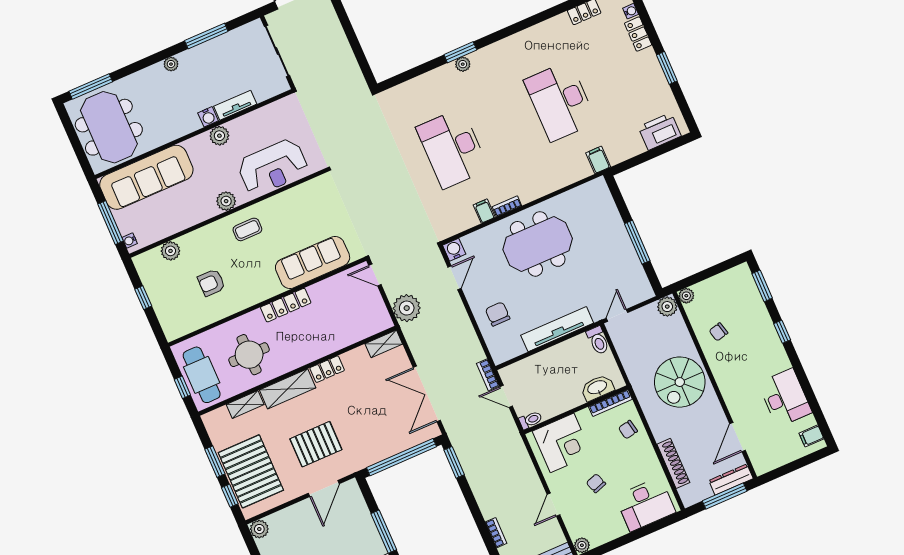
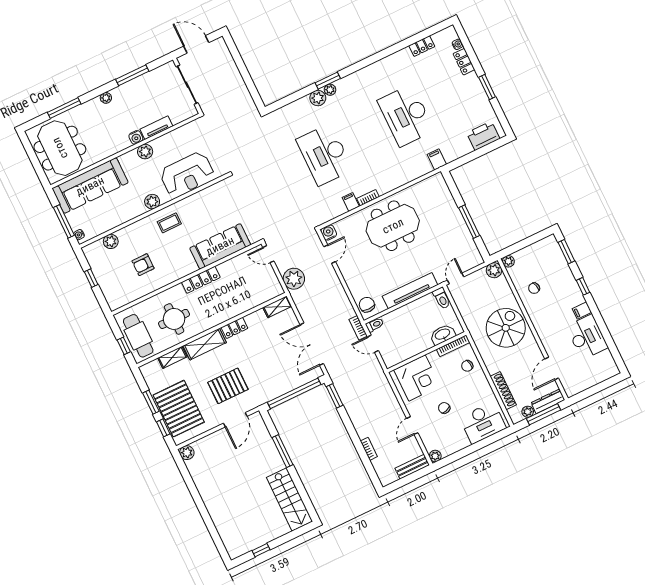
plant: (446, 74) -> (318, 98), added
window: (91, 86) -> (64, 108), moved
chair: (498, 314) -> (367, 305), moved
spiral stairs: (680, 382) -> (506, 328), turned 180
toilet: (531, 420) -> (375, 325), moved
filing cabinet: (811, 436) -> (582, 311), moved
plant: (704, 492) -> (528, 412), added

